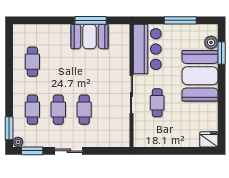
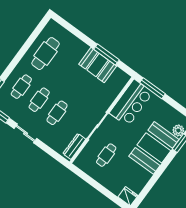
window: (180, 20) -> (152, 88), moved
cafe table: (32, 62) -> (45, 54), width x1.37, depth x1.35
cafe table: (157, 103) -> (106, 155), moved
dresser: (124, 129) -> (74, 146), added

